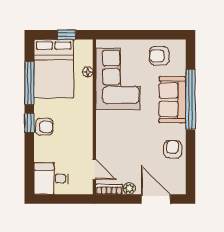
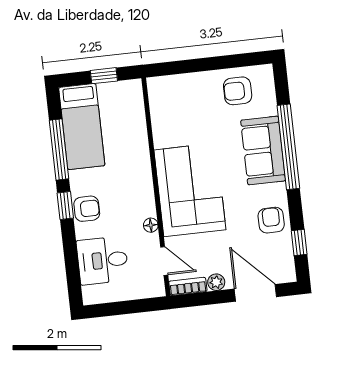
bed: (54, 69) -> (82, 127), width x0.67
floor lamp: (88, 72) -> (151, 225), moved
corner sofa: (118, 79) -> (190, 190), moved
window: (191, 167) -> (299, 243), added
desk: (51, 178) -> (103, 260), moved

